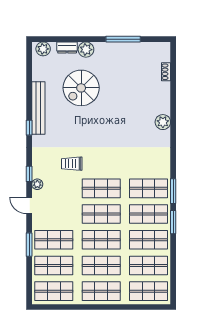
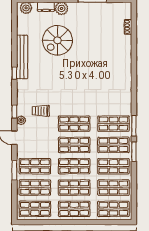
plant: (163, 122) -> (125, 69), removed
trolley: (72, 164) -> (41, 111), moved

